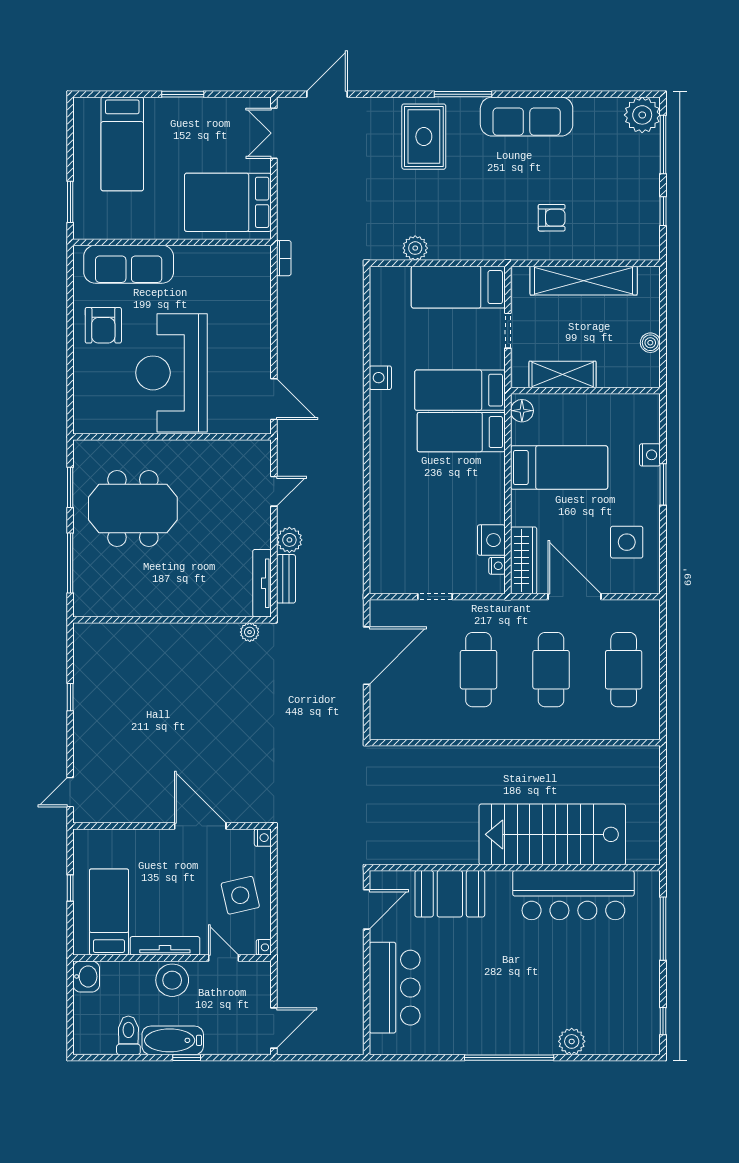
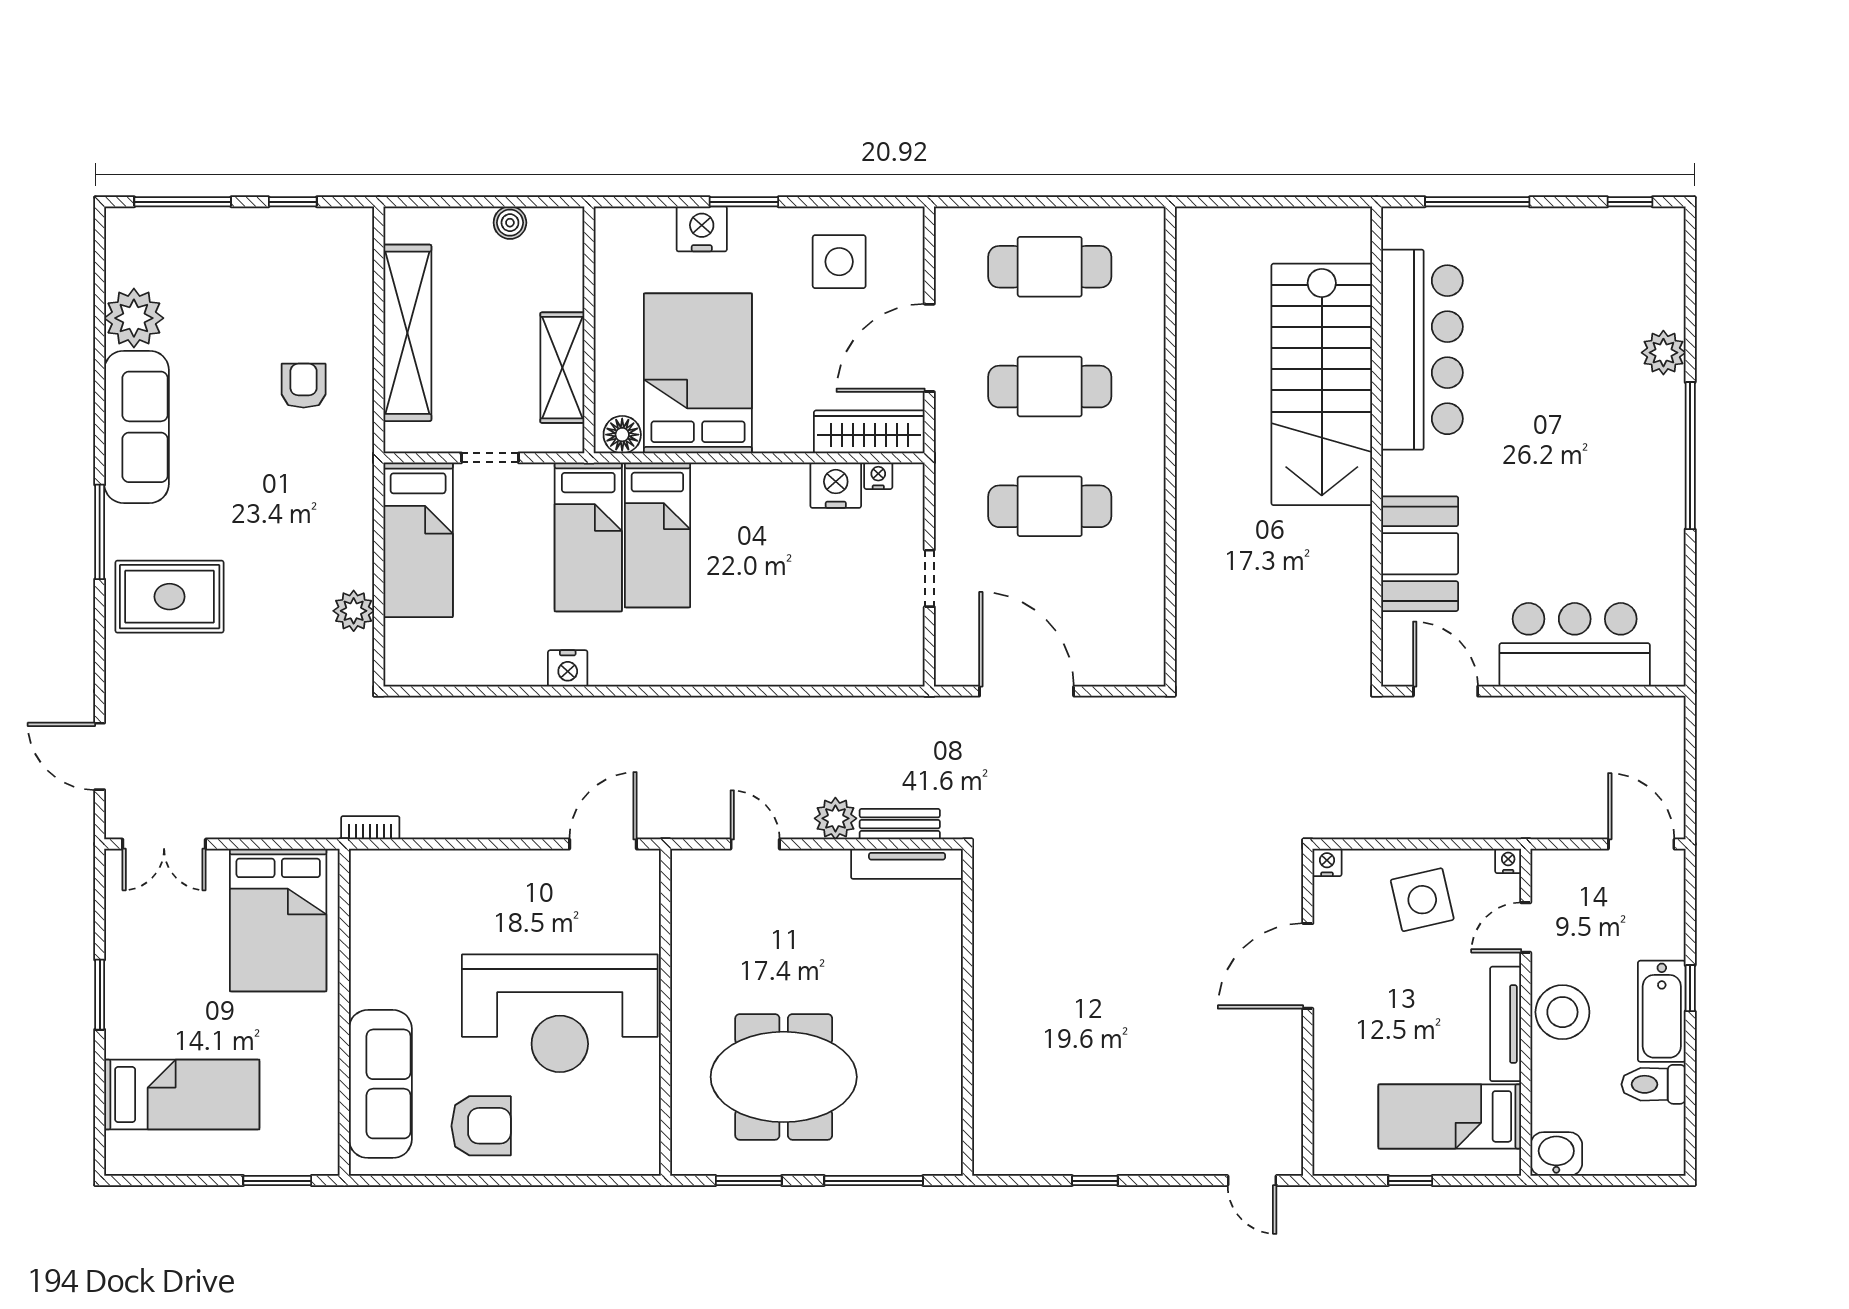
plant: (642, 115) -> (134, 318), moved
nightstand: (650, 455) -> (702, 229), width x1.36, depth x1.33
bed: (559, 468) -> (698, 373), width x1.50
meeting table: (133, 509) -> (784, 1077), turned 90
plant: (250, 632) -> (988, 884), removed

